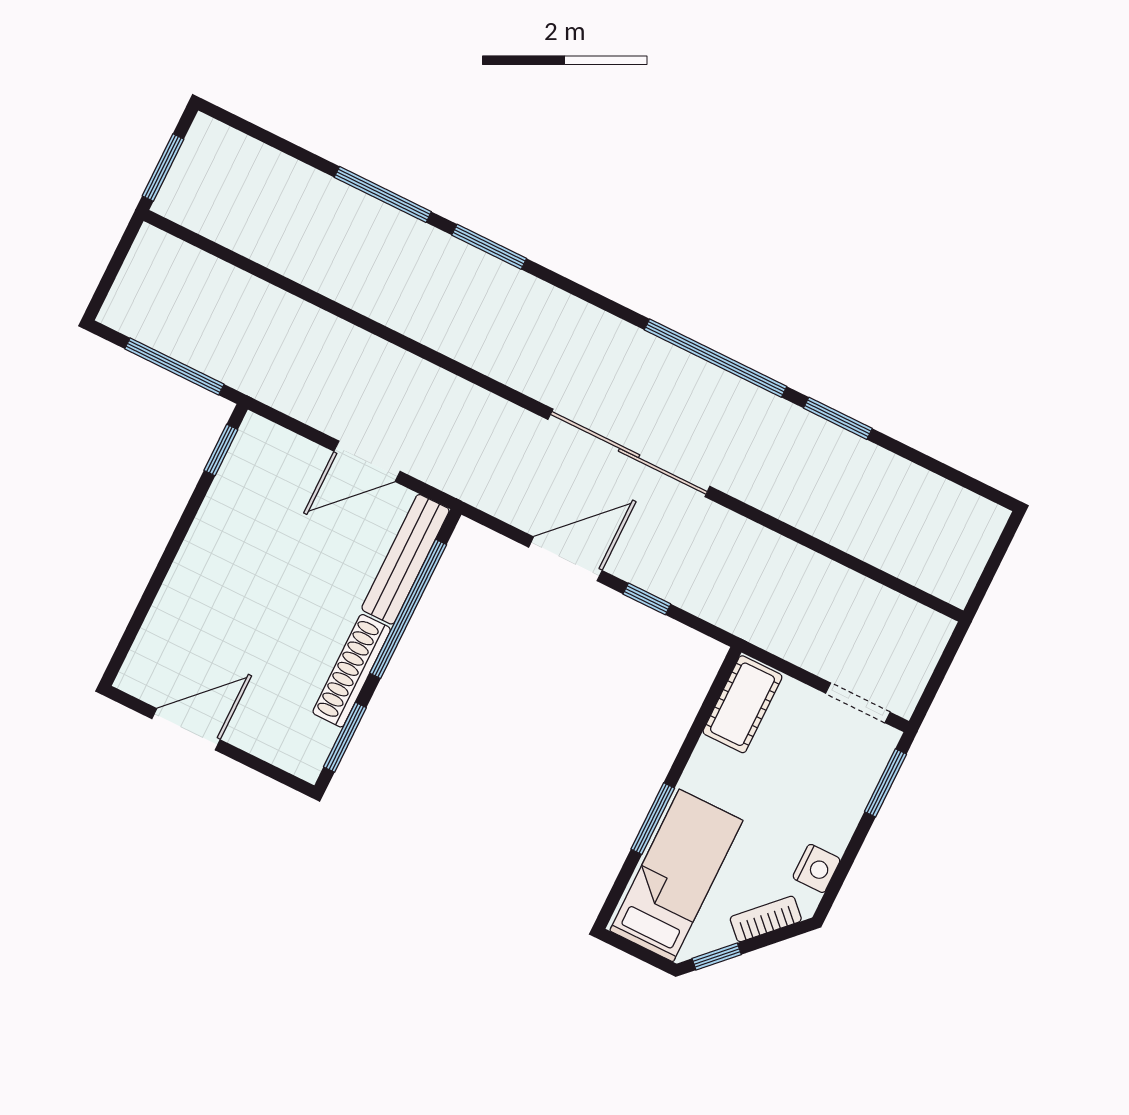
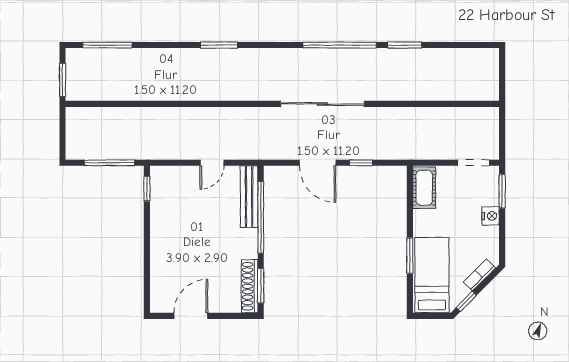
window: (383, 194) -> (107, 45), moved
door: (367, 461) -> (212, 163), width x0.73
door: (565, 559) -> (318, 163), swing flipped
shoe rack: (352, 671) -> (250, 286), moved
nightstand: (817, 868) -> (491, 216), moved

